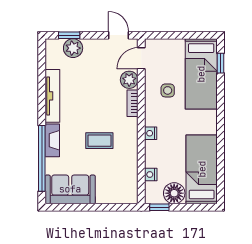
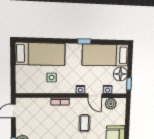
door: (141, 58) -> (95, 96), moved
window: (221, 63) -> (84, 41), moved
plant: (129, 80) -> (111, 104), moved

